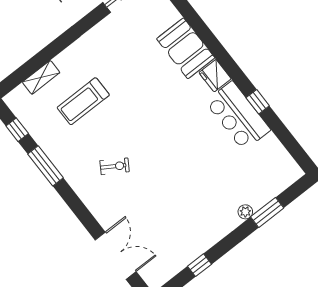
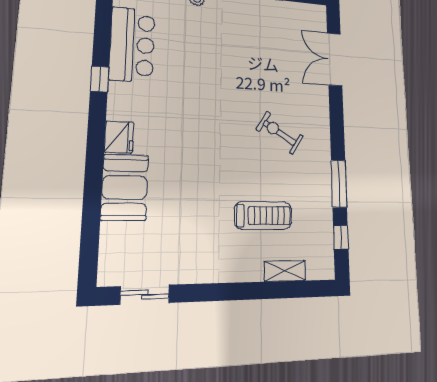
bar counter: (238, 116) -> (132, 45), moved
exercise bike: (115, 166) -> (280, 133), width x1.38, depth x1.39

